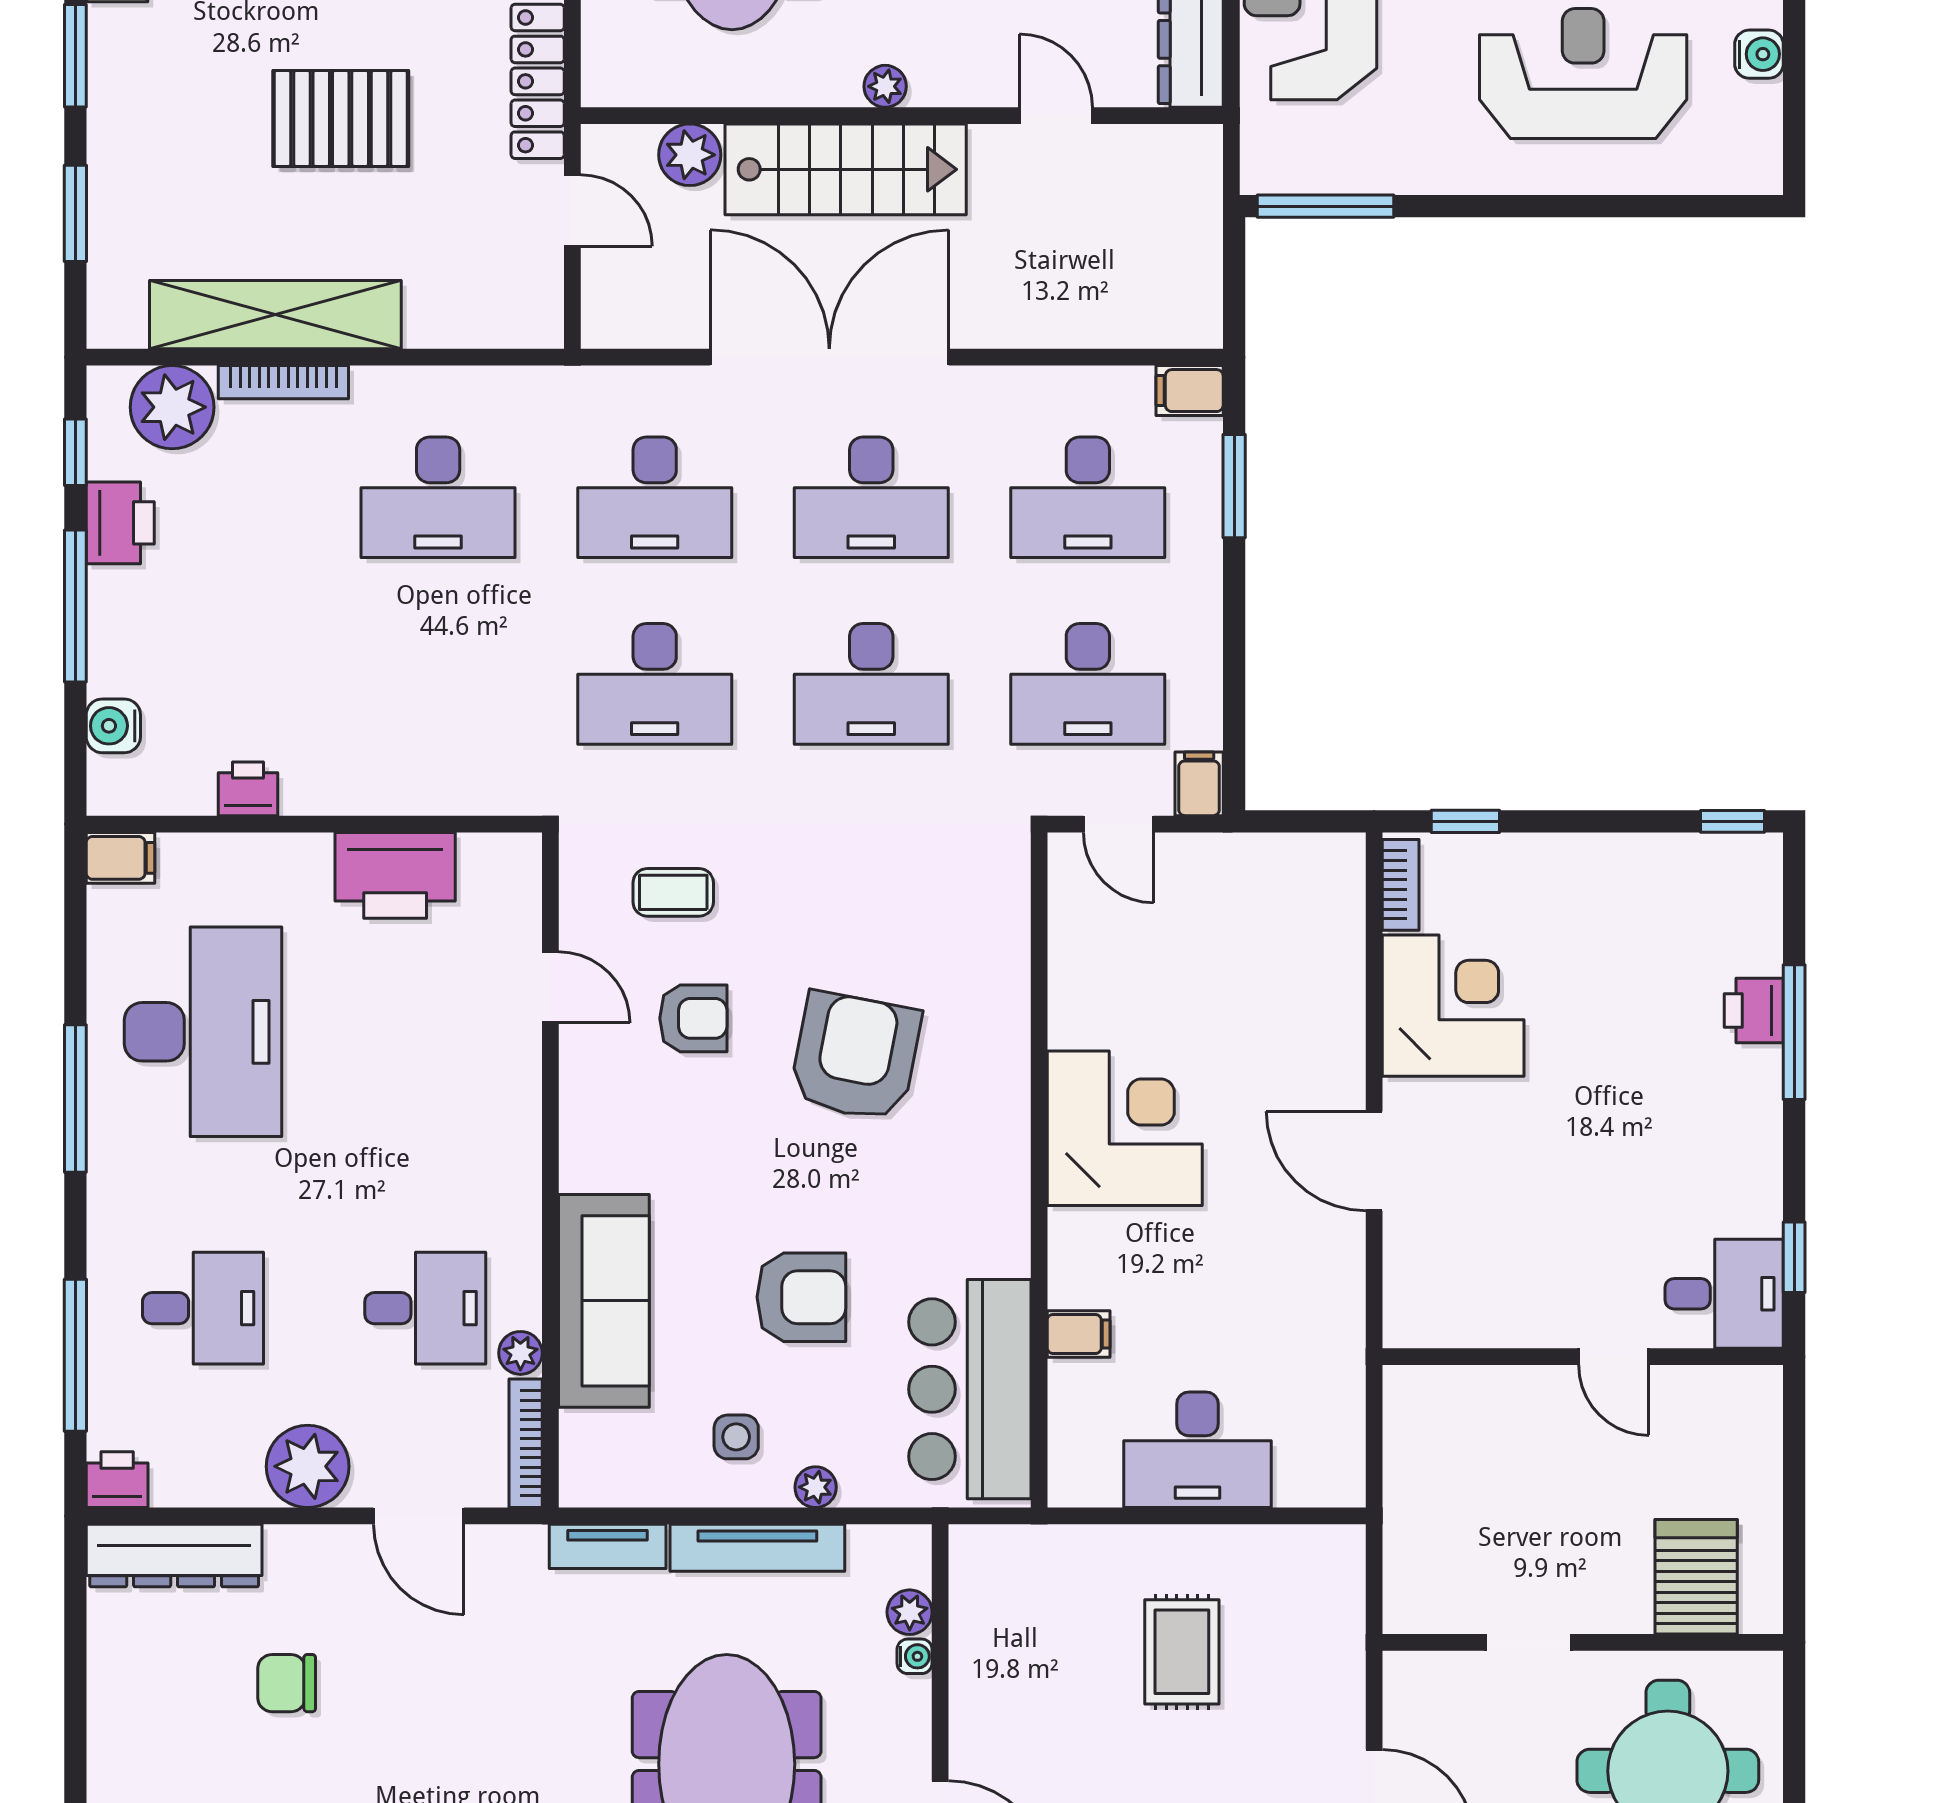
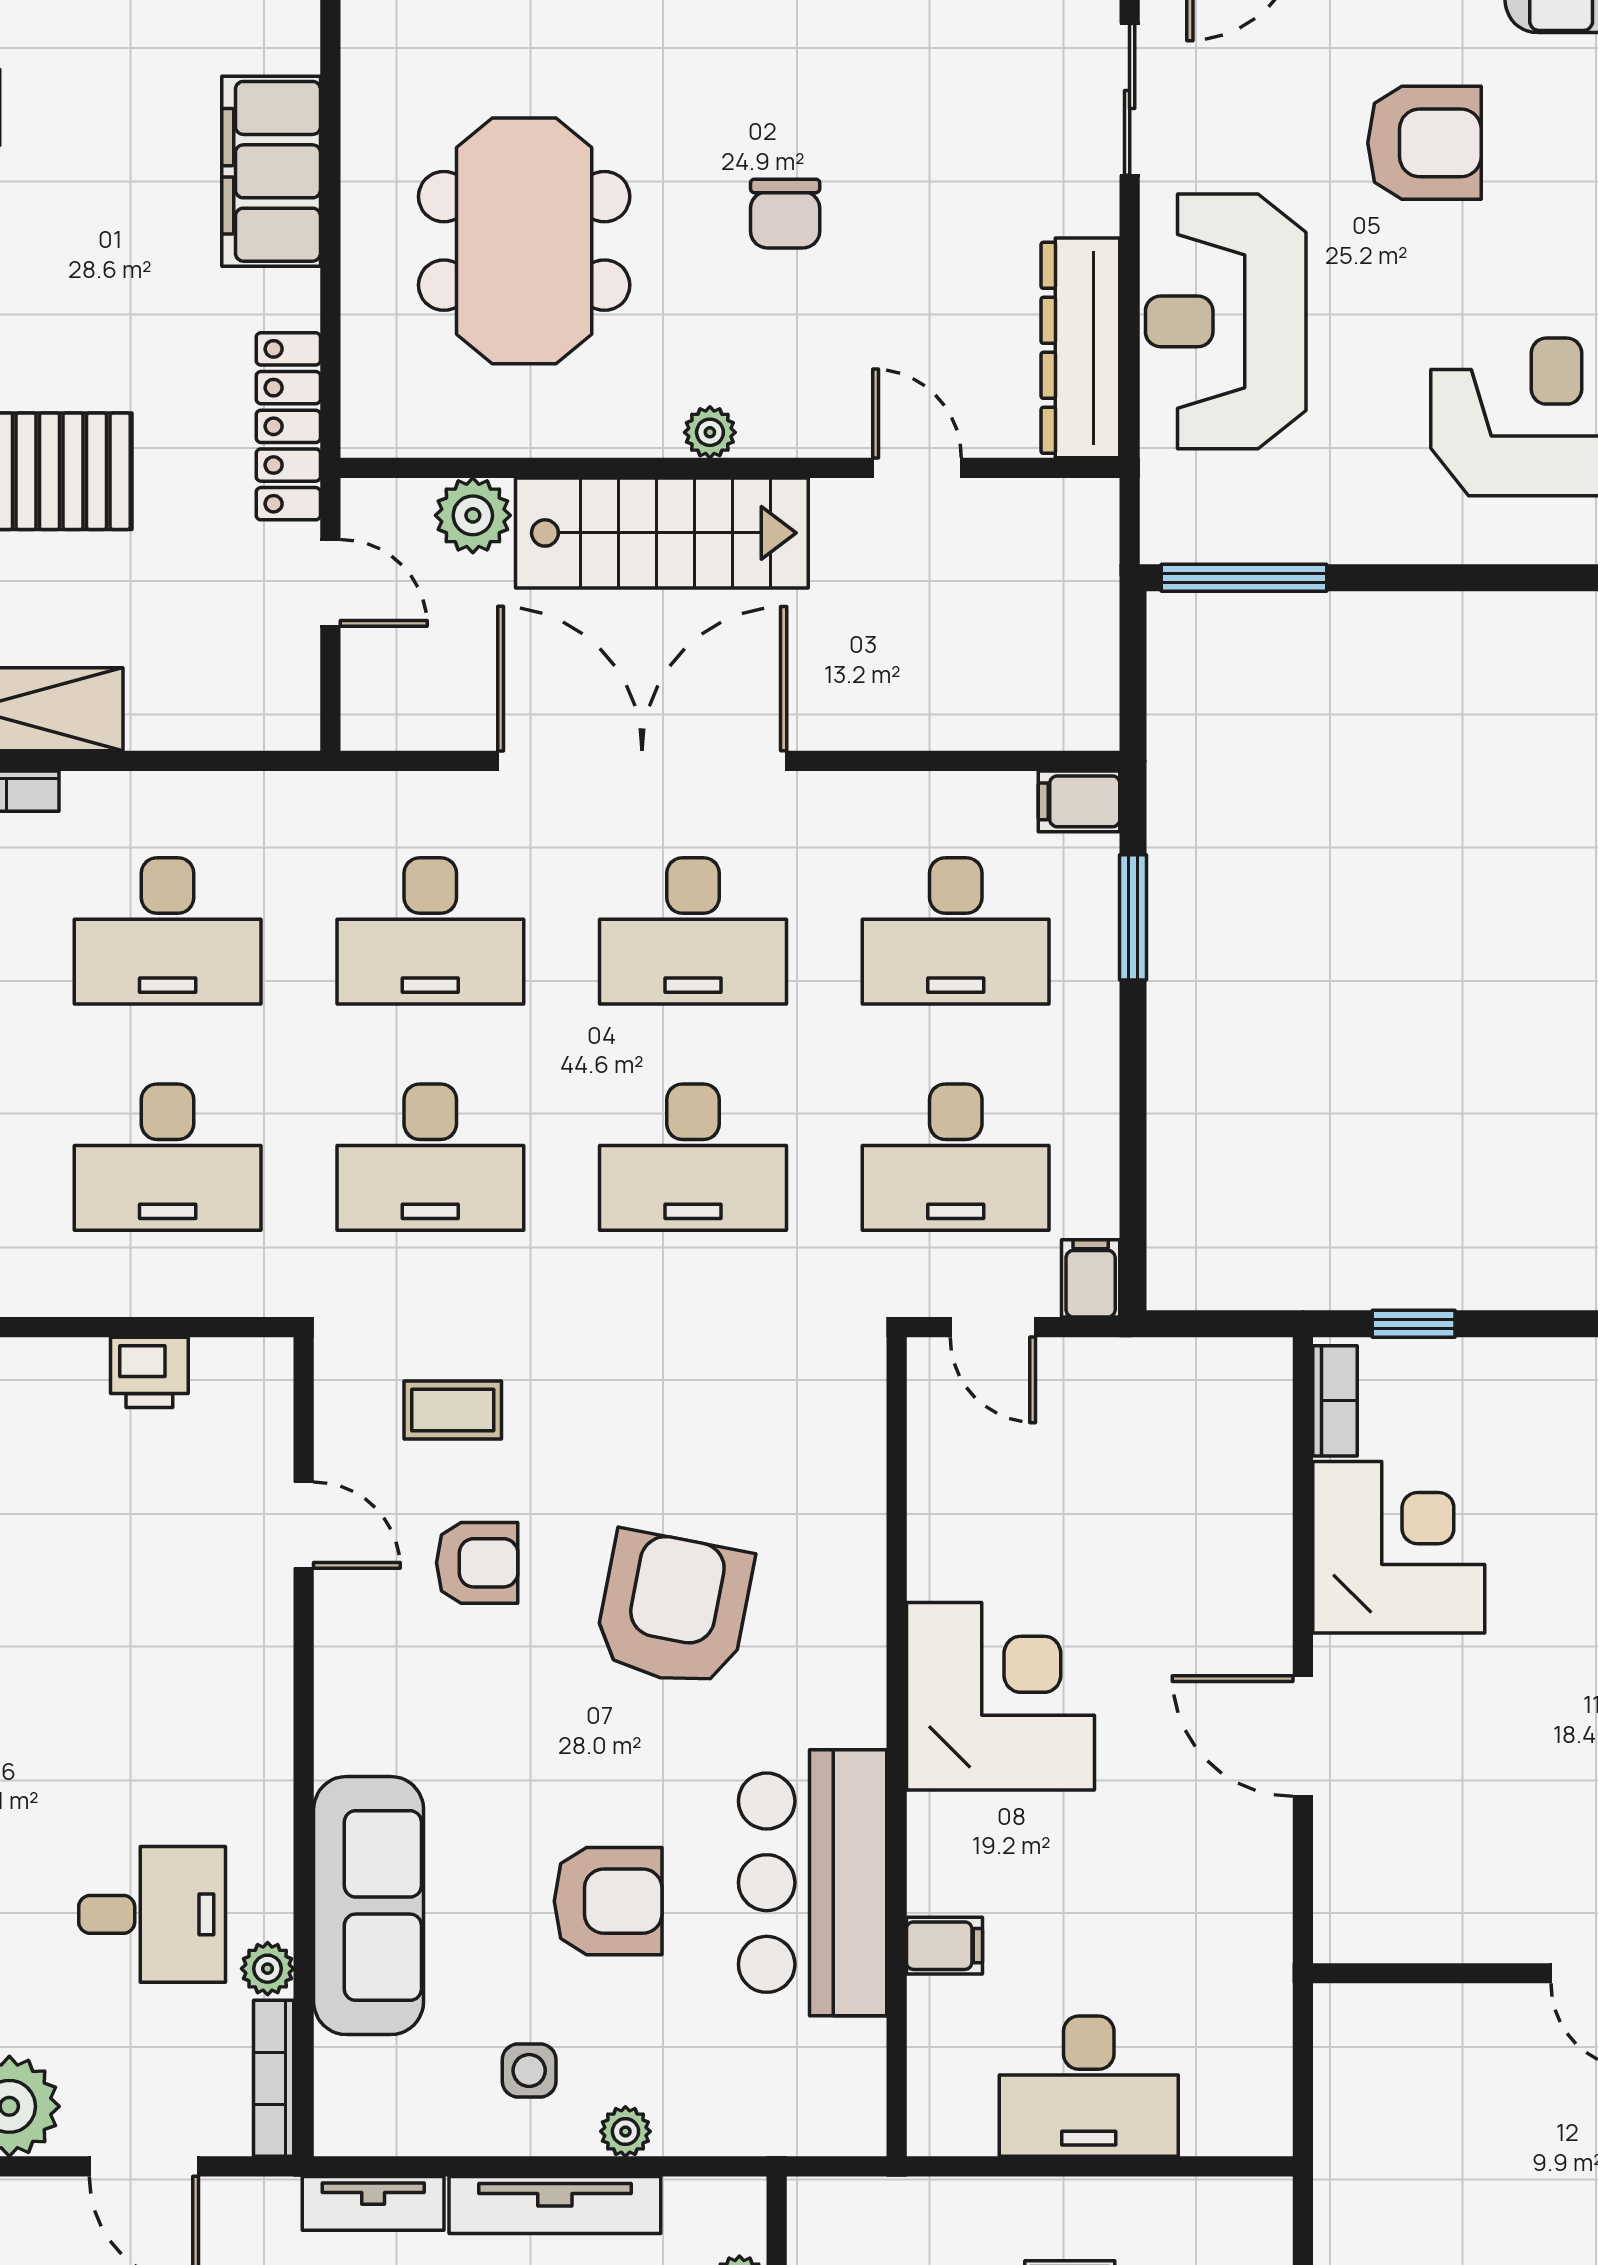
desk: (438, 684) -> (168, 1157), added
printer: (395, 875) -> (149, 1372), width x0.53, depth x0.68
bar counter: (970, 1389) -> (813, 1883), moved

